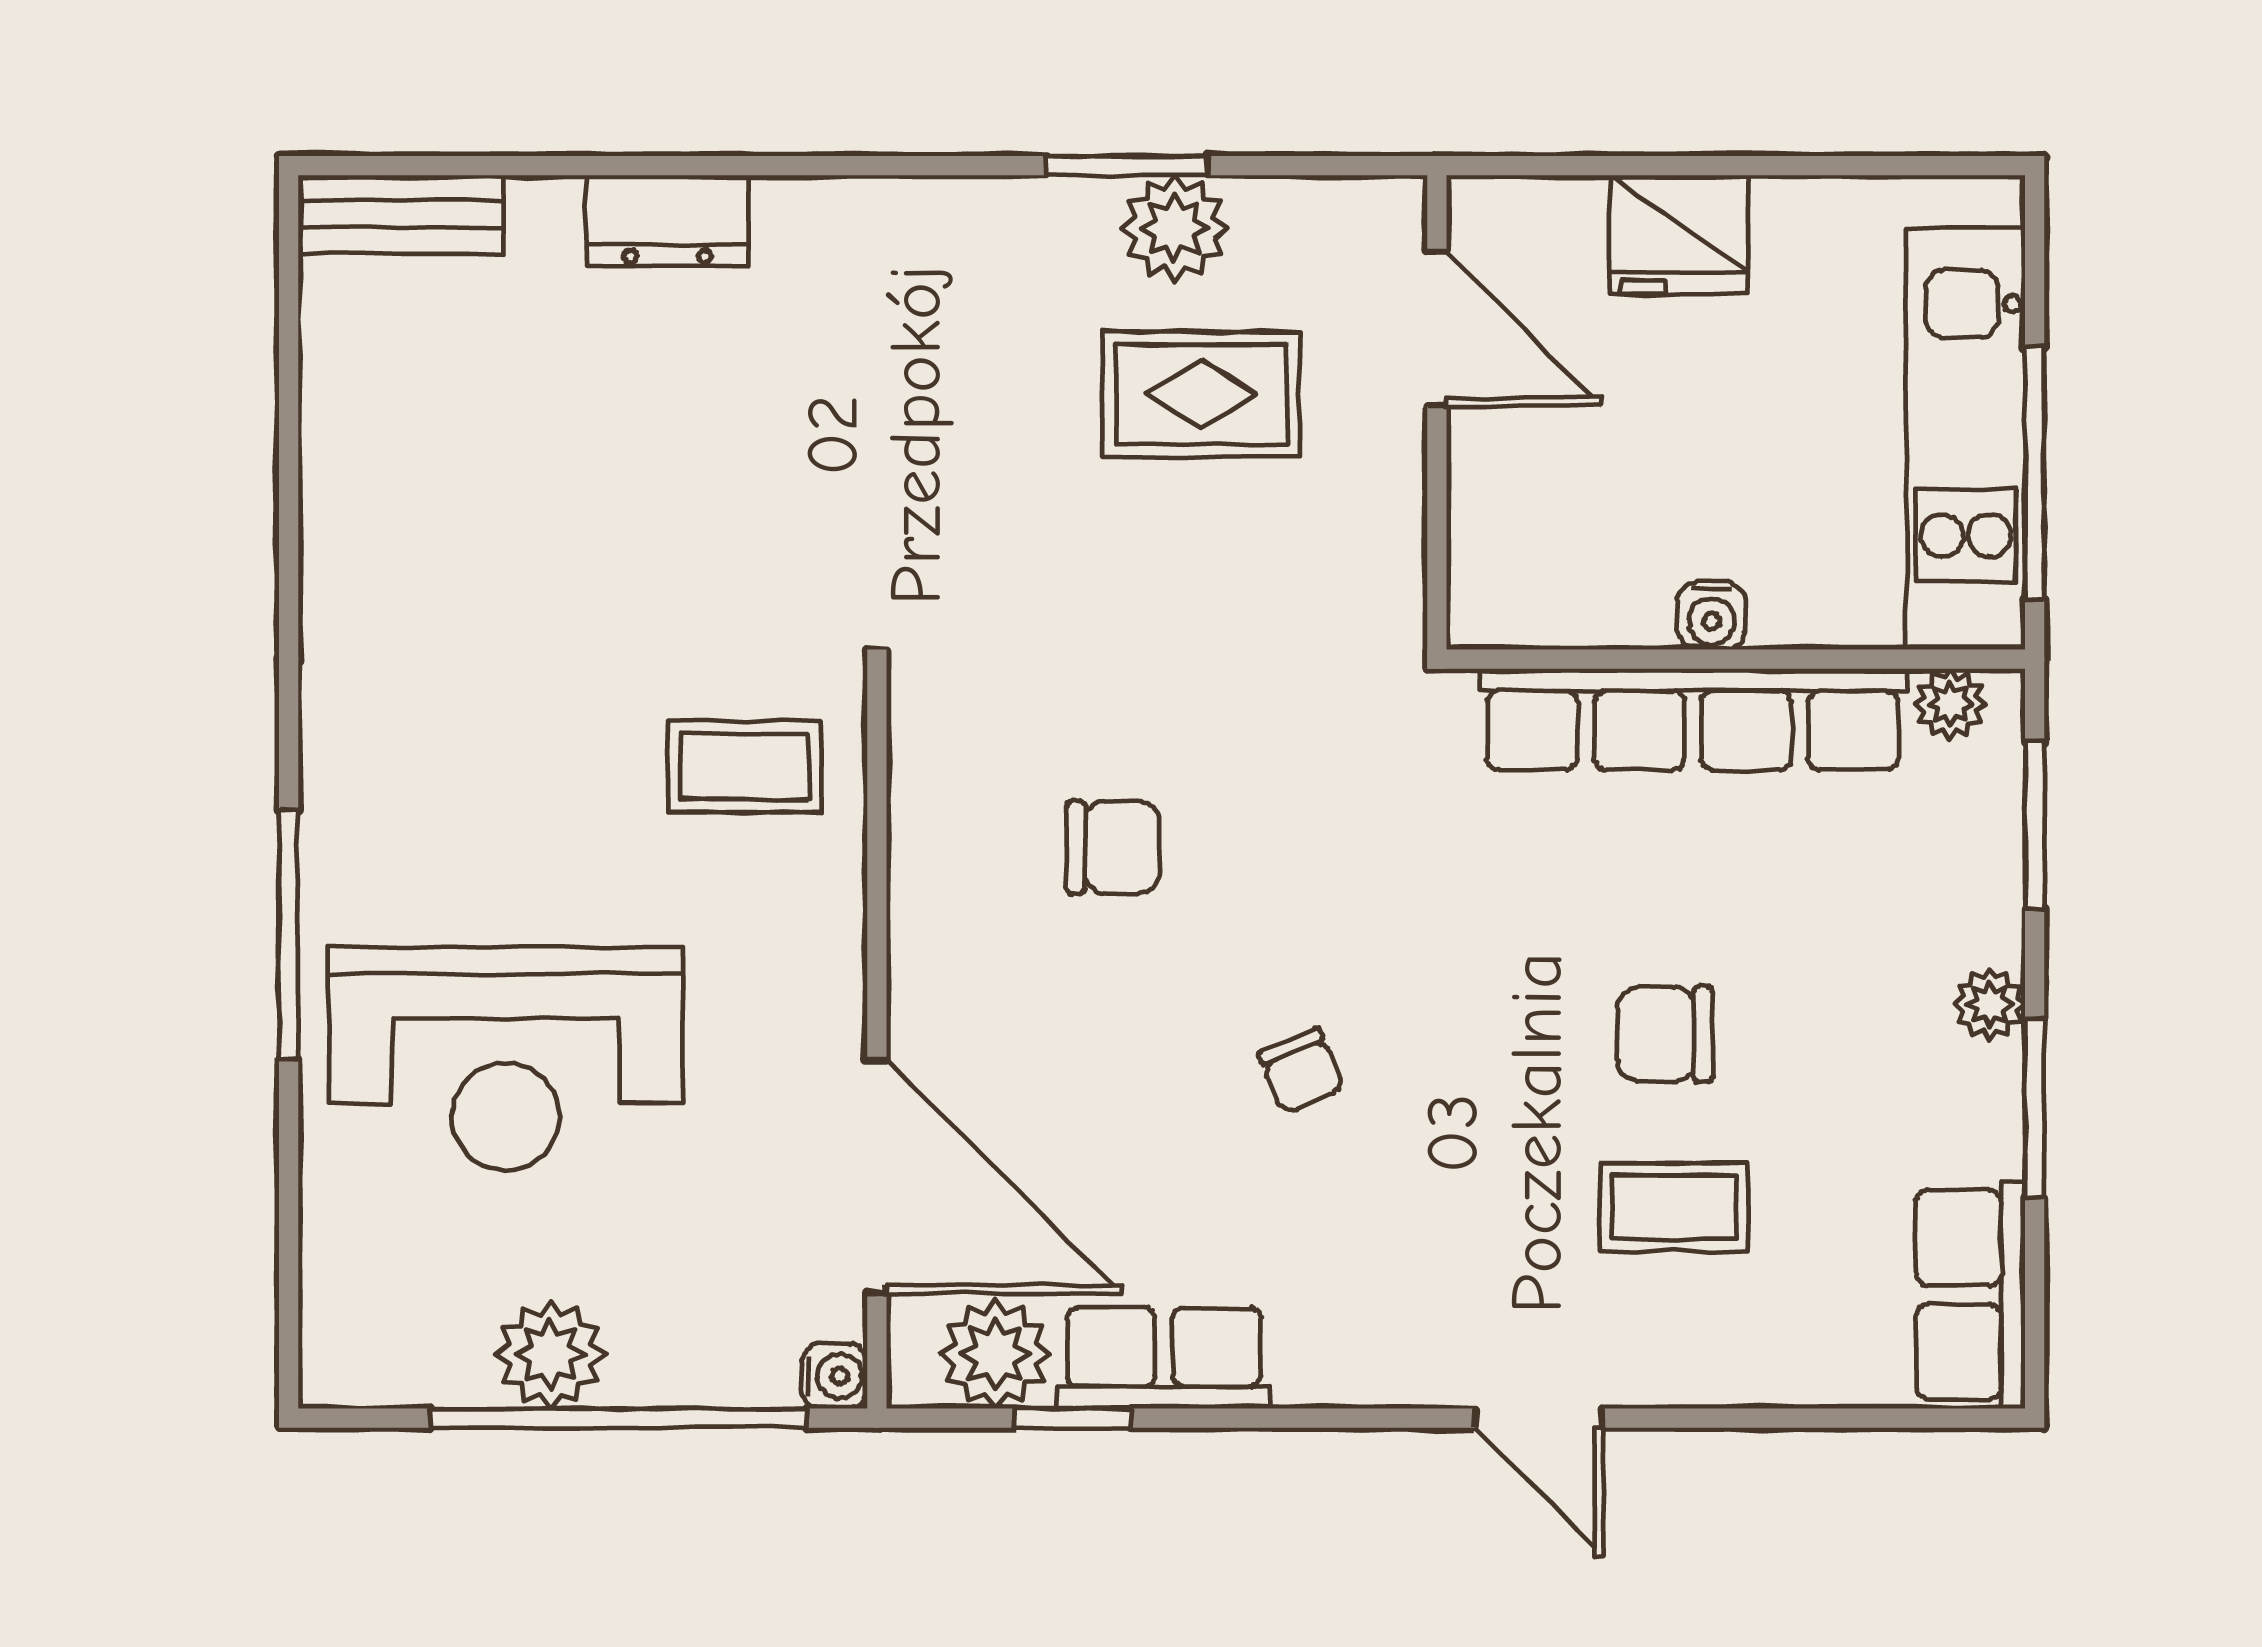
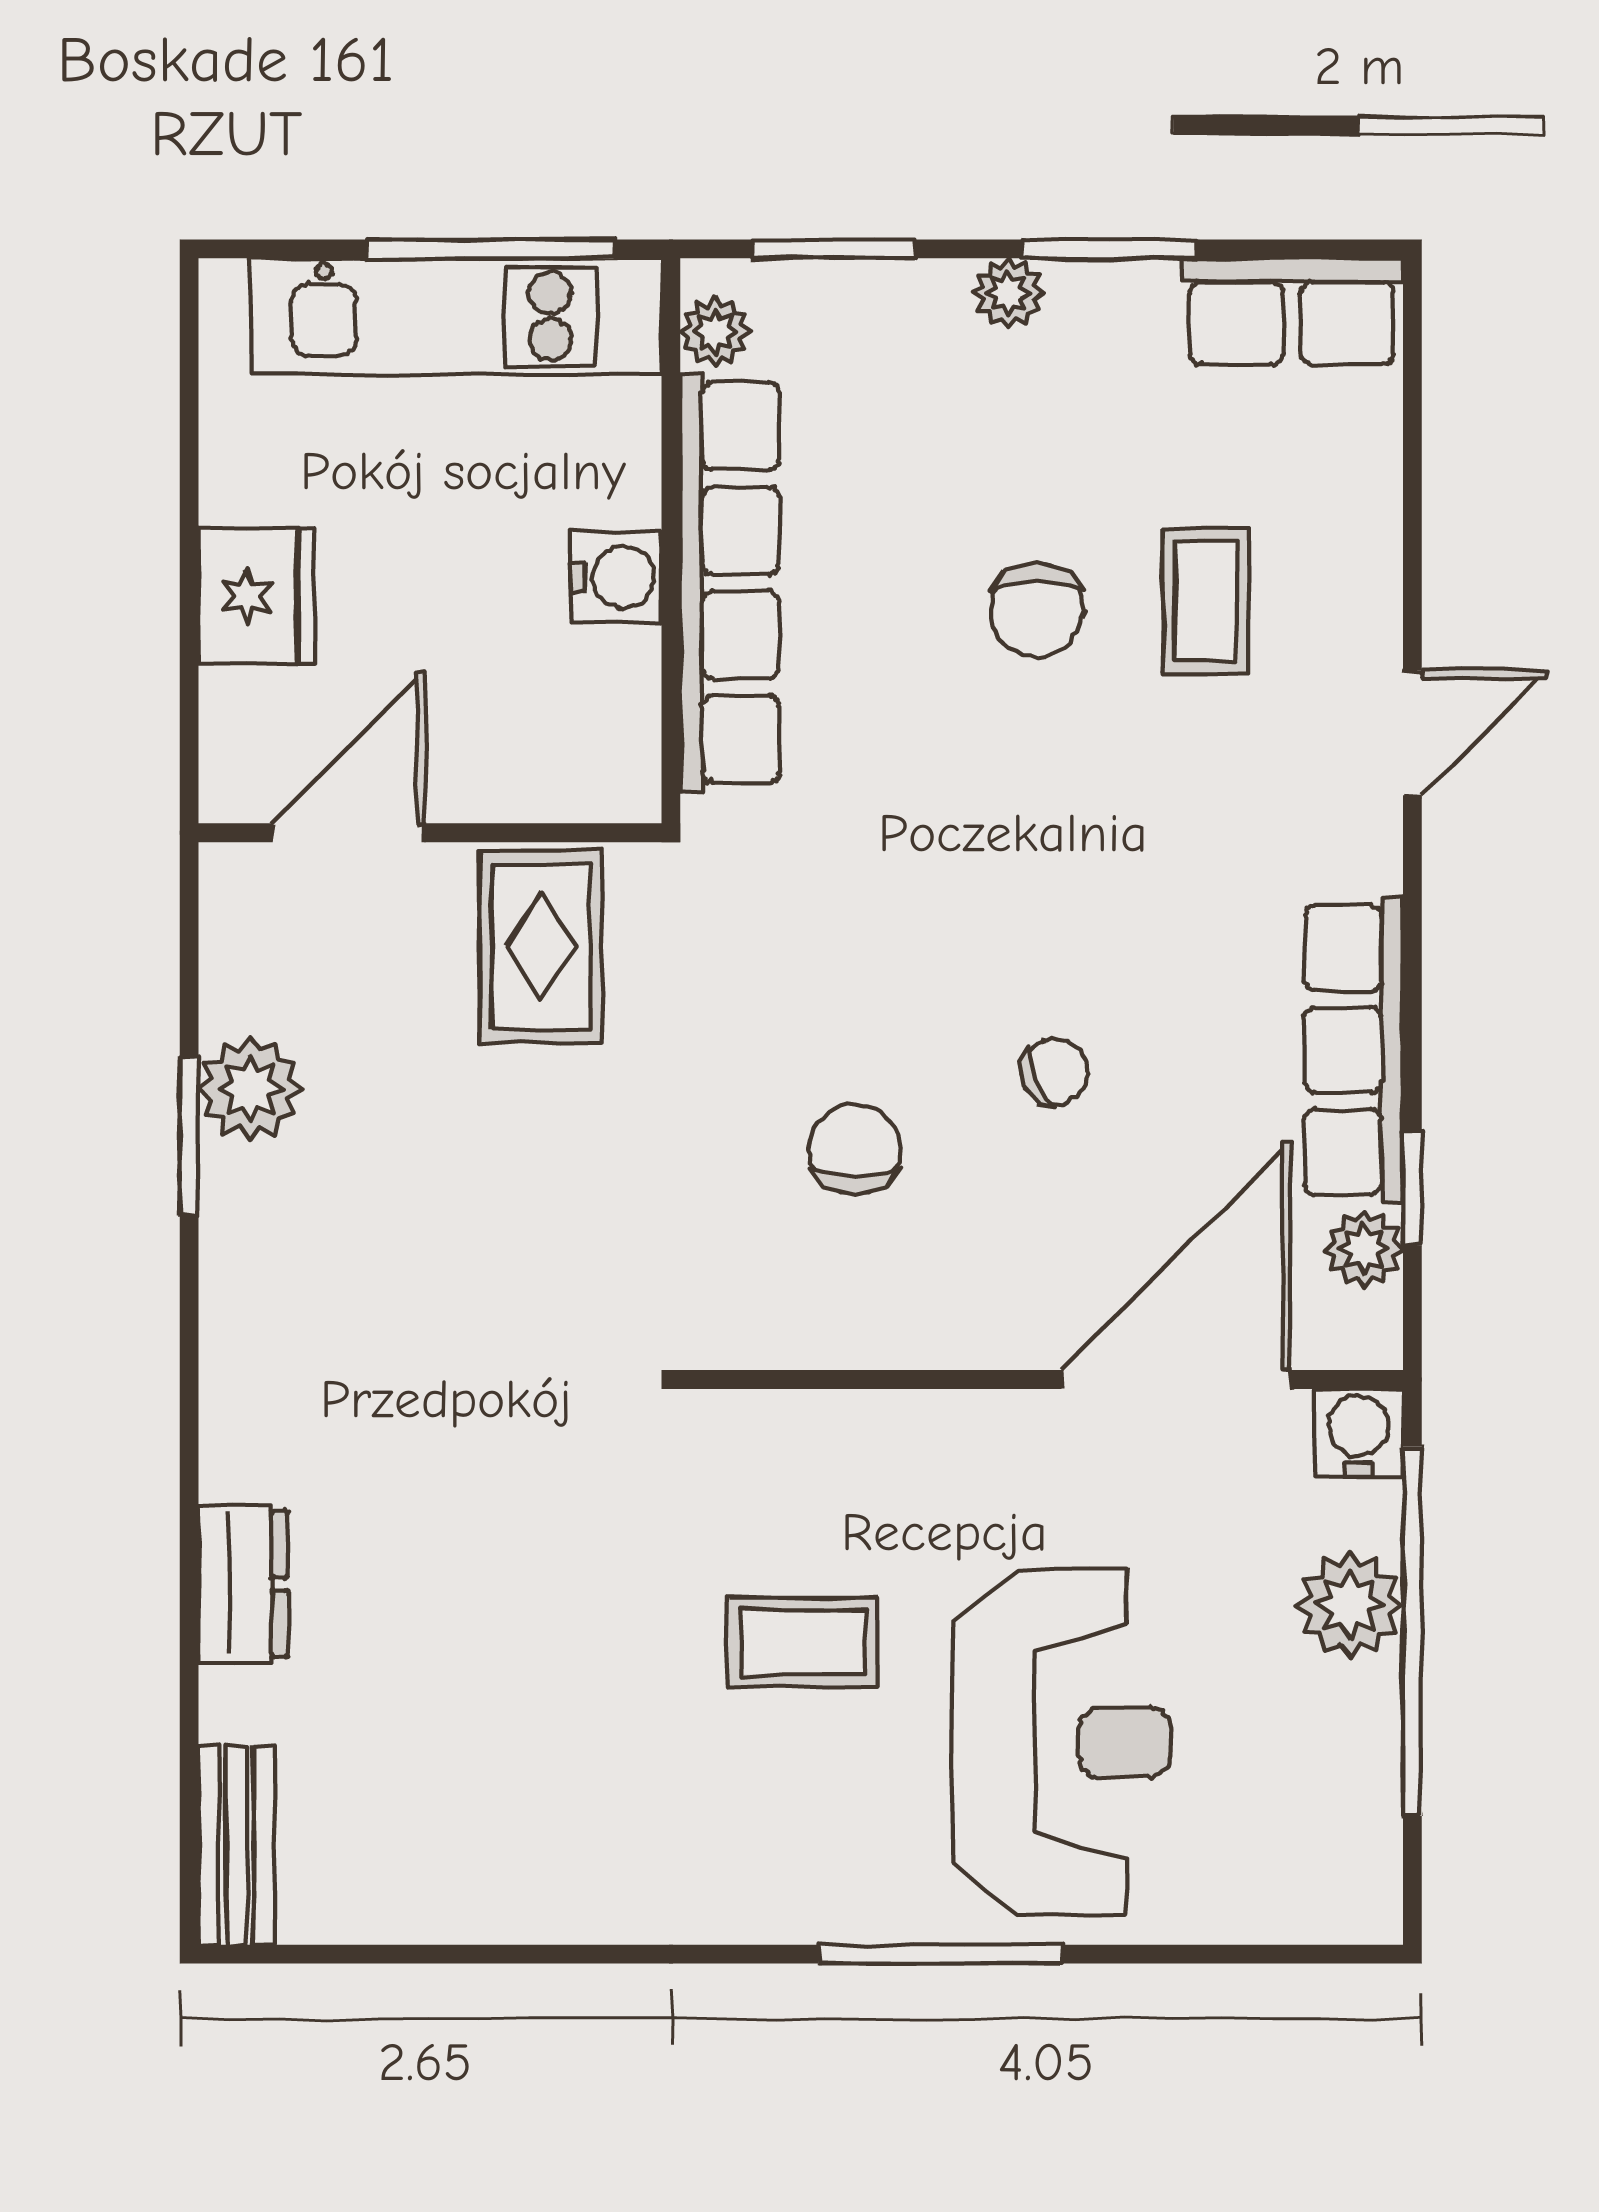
rug: (1201, 394) -> (541, 947), moved
water cooler: (1711, 616) -> (616, 577), width x1.38, depth x1.38
coffee table: (745, 766) -> (803, 1642), moved, turned 90
chair: (1301, 1071) -> (1054, 1072), moved
plant: (550, 1354) -> (1350, 1605), moved
plant: (996, 1354) -> (1364, 1249), width x0.73, depth x0.73
row of seats: (1164, 1358) -> (1354, 1050), width x1.48
water cooler: (835, 1376) -> (1359, 1433), width x1.38, depth x1.38

